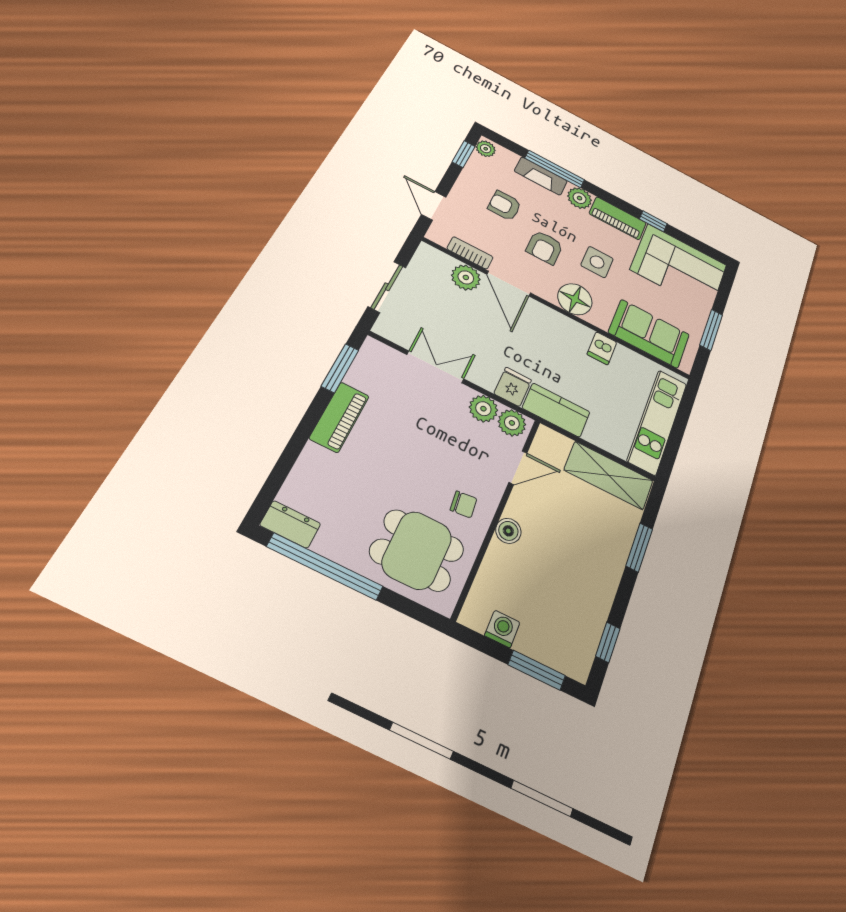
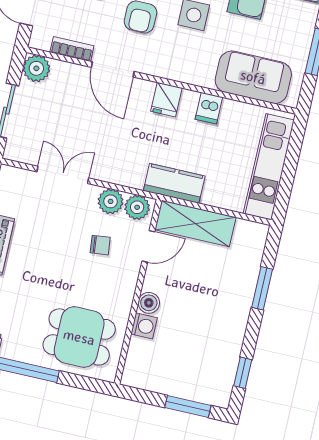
plant: (466, 277) -> (36, 68), moved
floor lamp: (575, 299) -> (177, 64), removed
fridge: (513, 387) -> (166, 100), moved, turned 180
shelving: (609, 475) -> (195, 223), moved
chair: (464, 504) -> (100, 245), moved
washing machine: (502, 629) -> (144, 326), moved, turned 90

